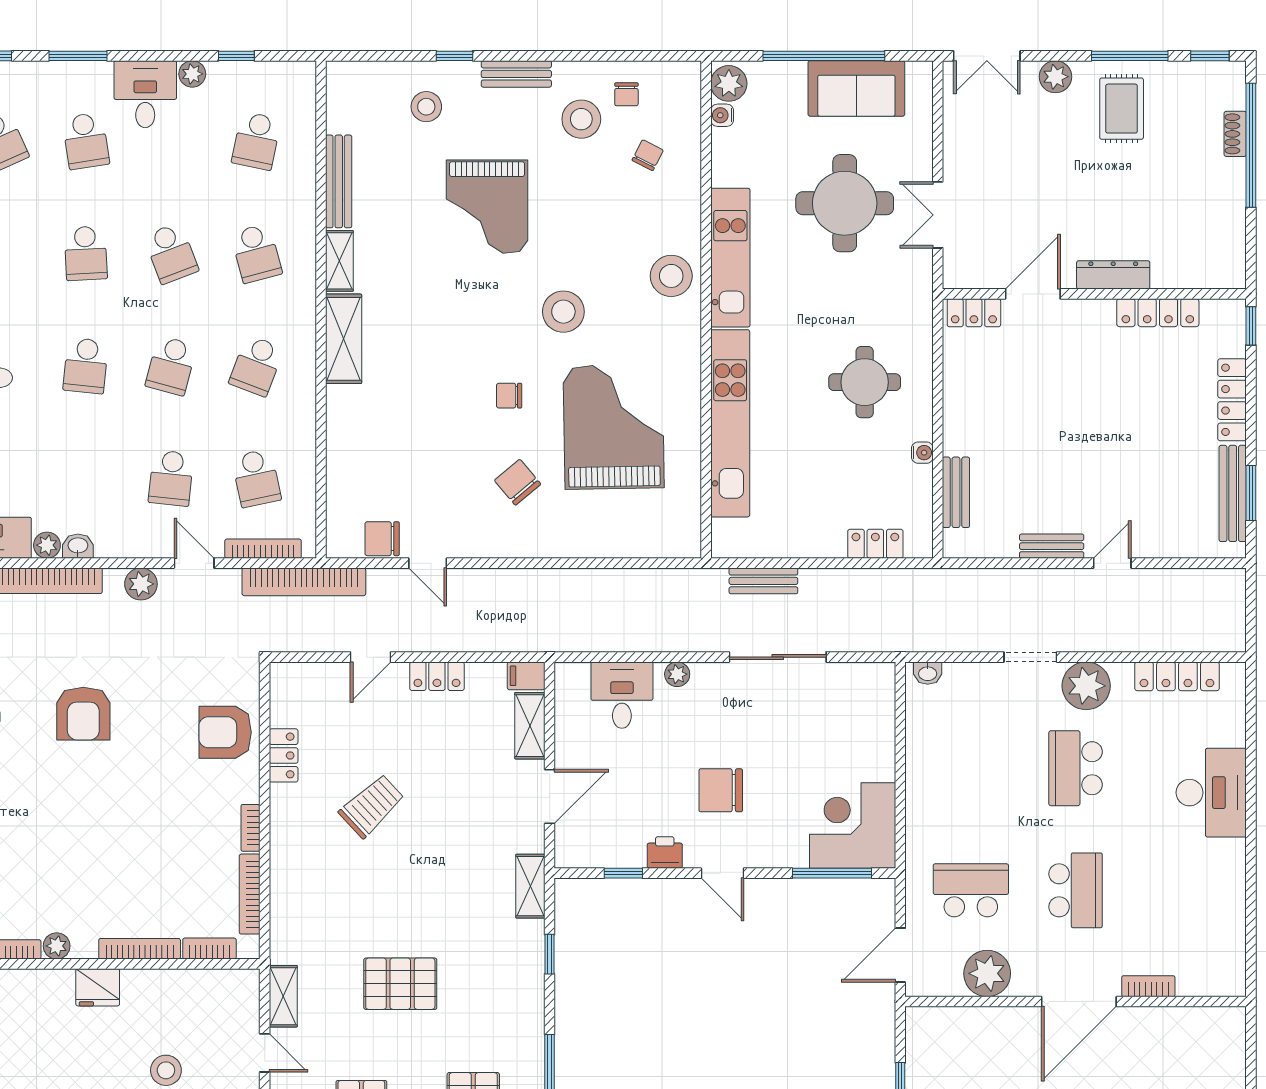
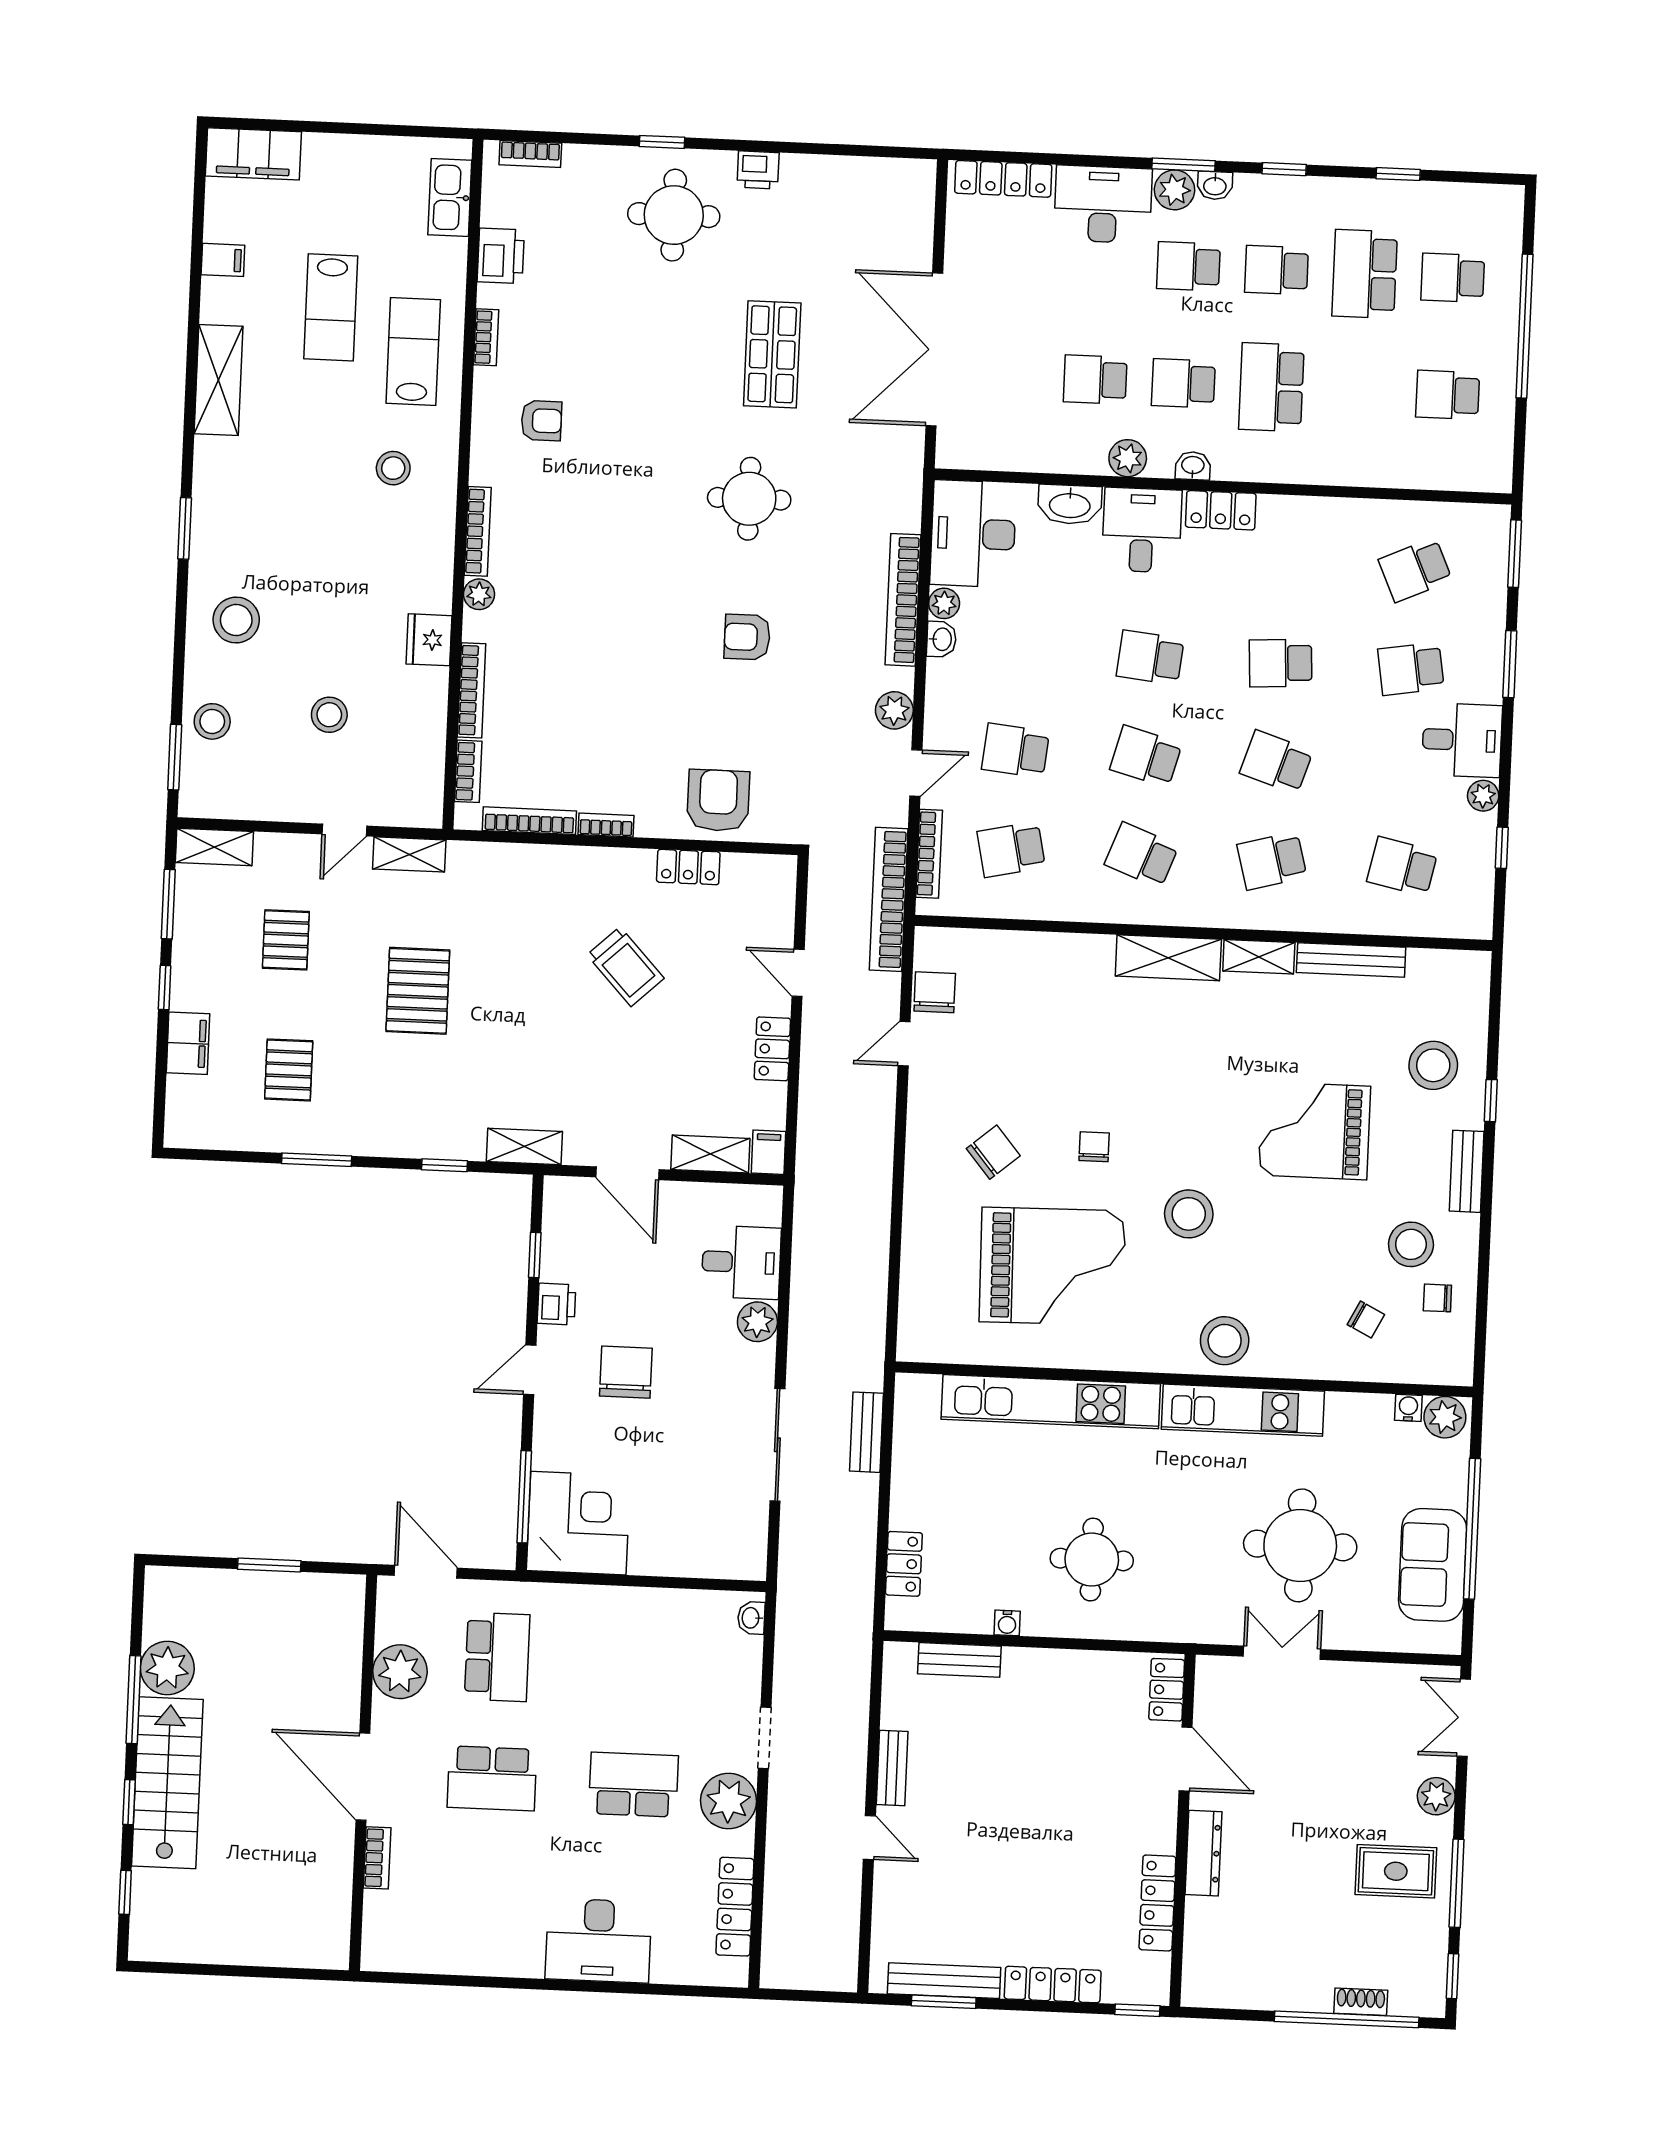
stool: (426, 107) -> (1433, 1065), width x1.38, depth x1.38
school desk: (171, 253) -> (1276, 762), turned 39
plant: (677, 674) -> (757, 1322), width x1.38, depth x1.38
armchair: (83, 714) -> (747, 637), width x0.72, depth x0.72

